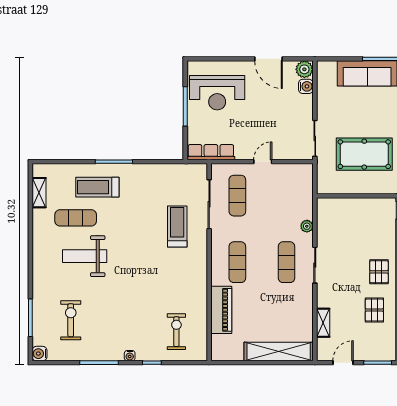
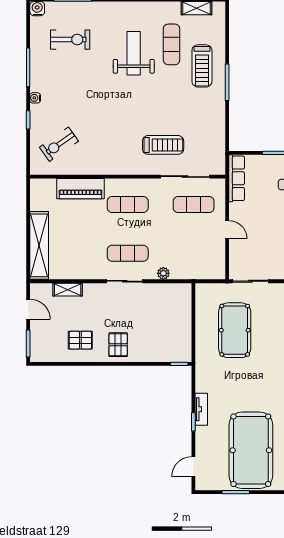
treadmill: (97, 187) -> (202, 66), turned 180
pallet: (379, 272) -> (118, 345), turned 90
exercise bike: (176, 332) -> (59, 144), turned 145

